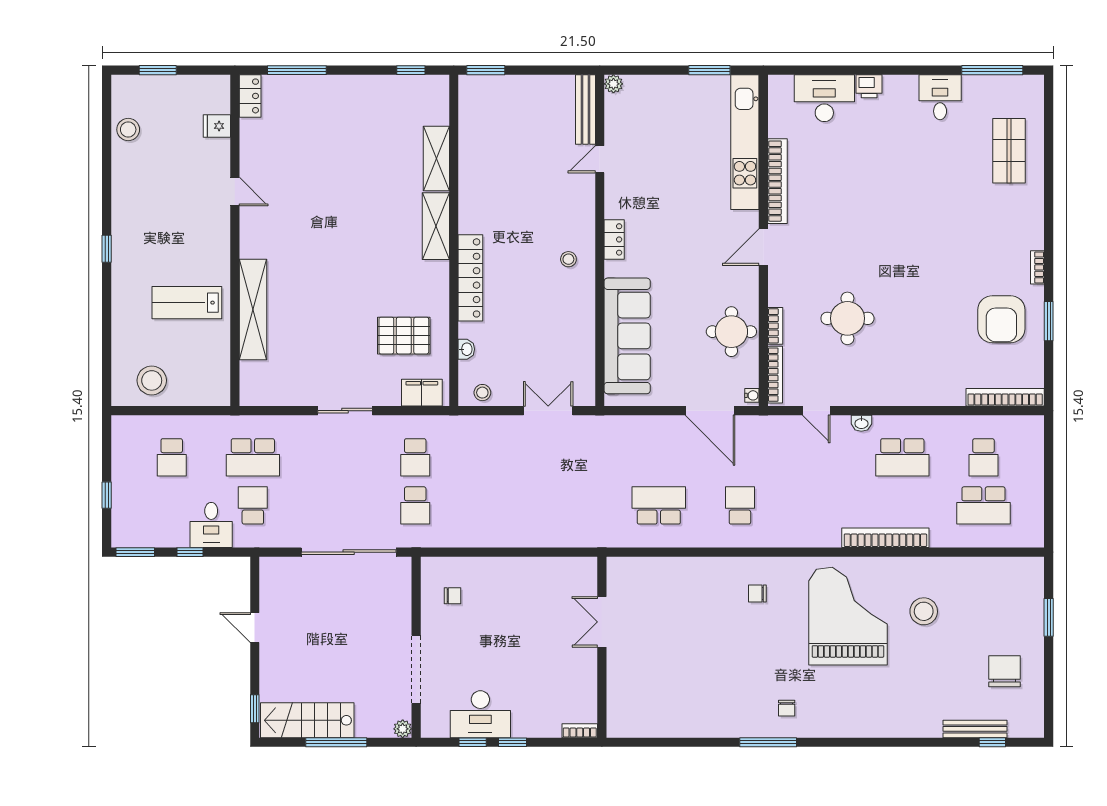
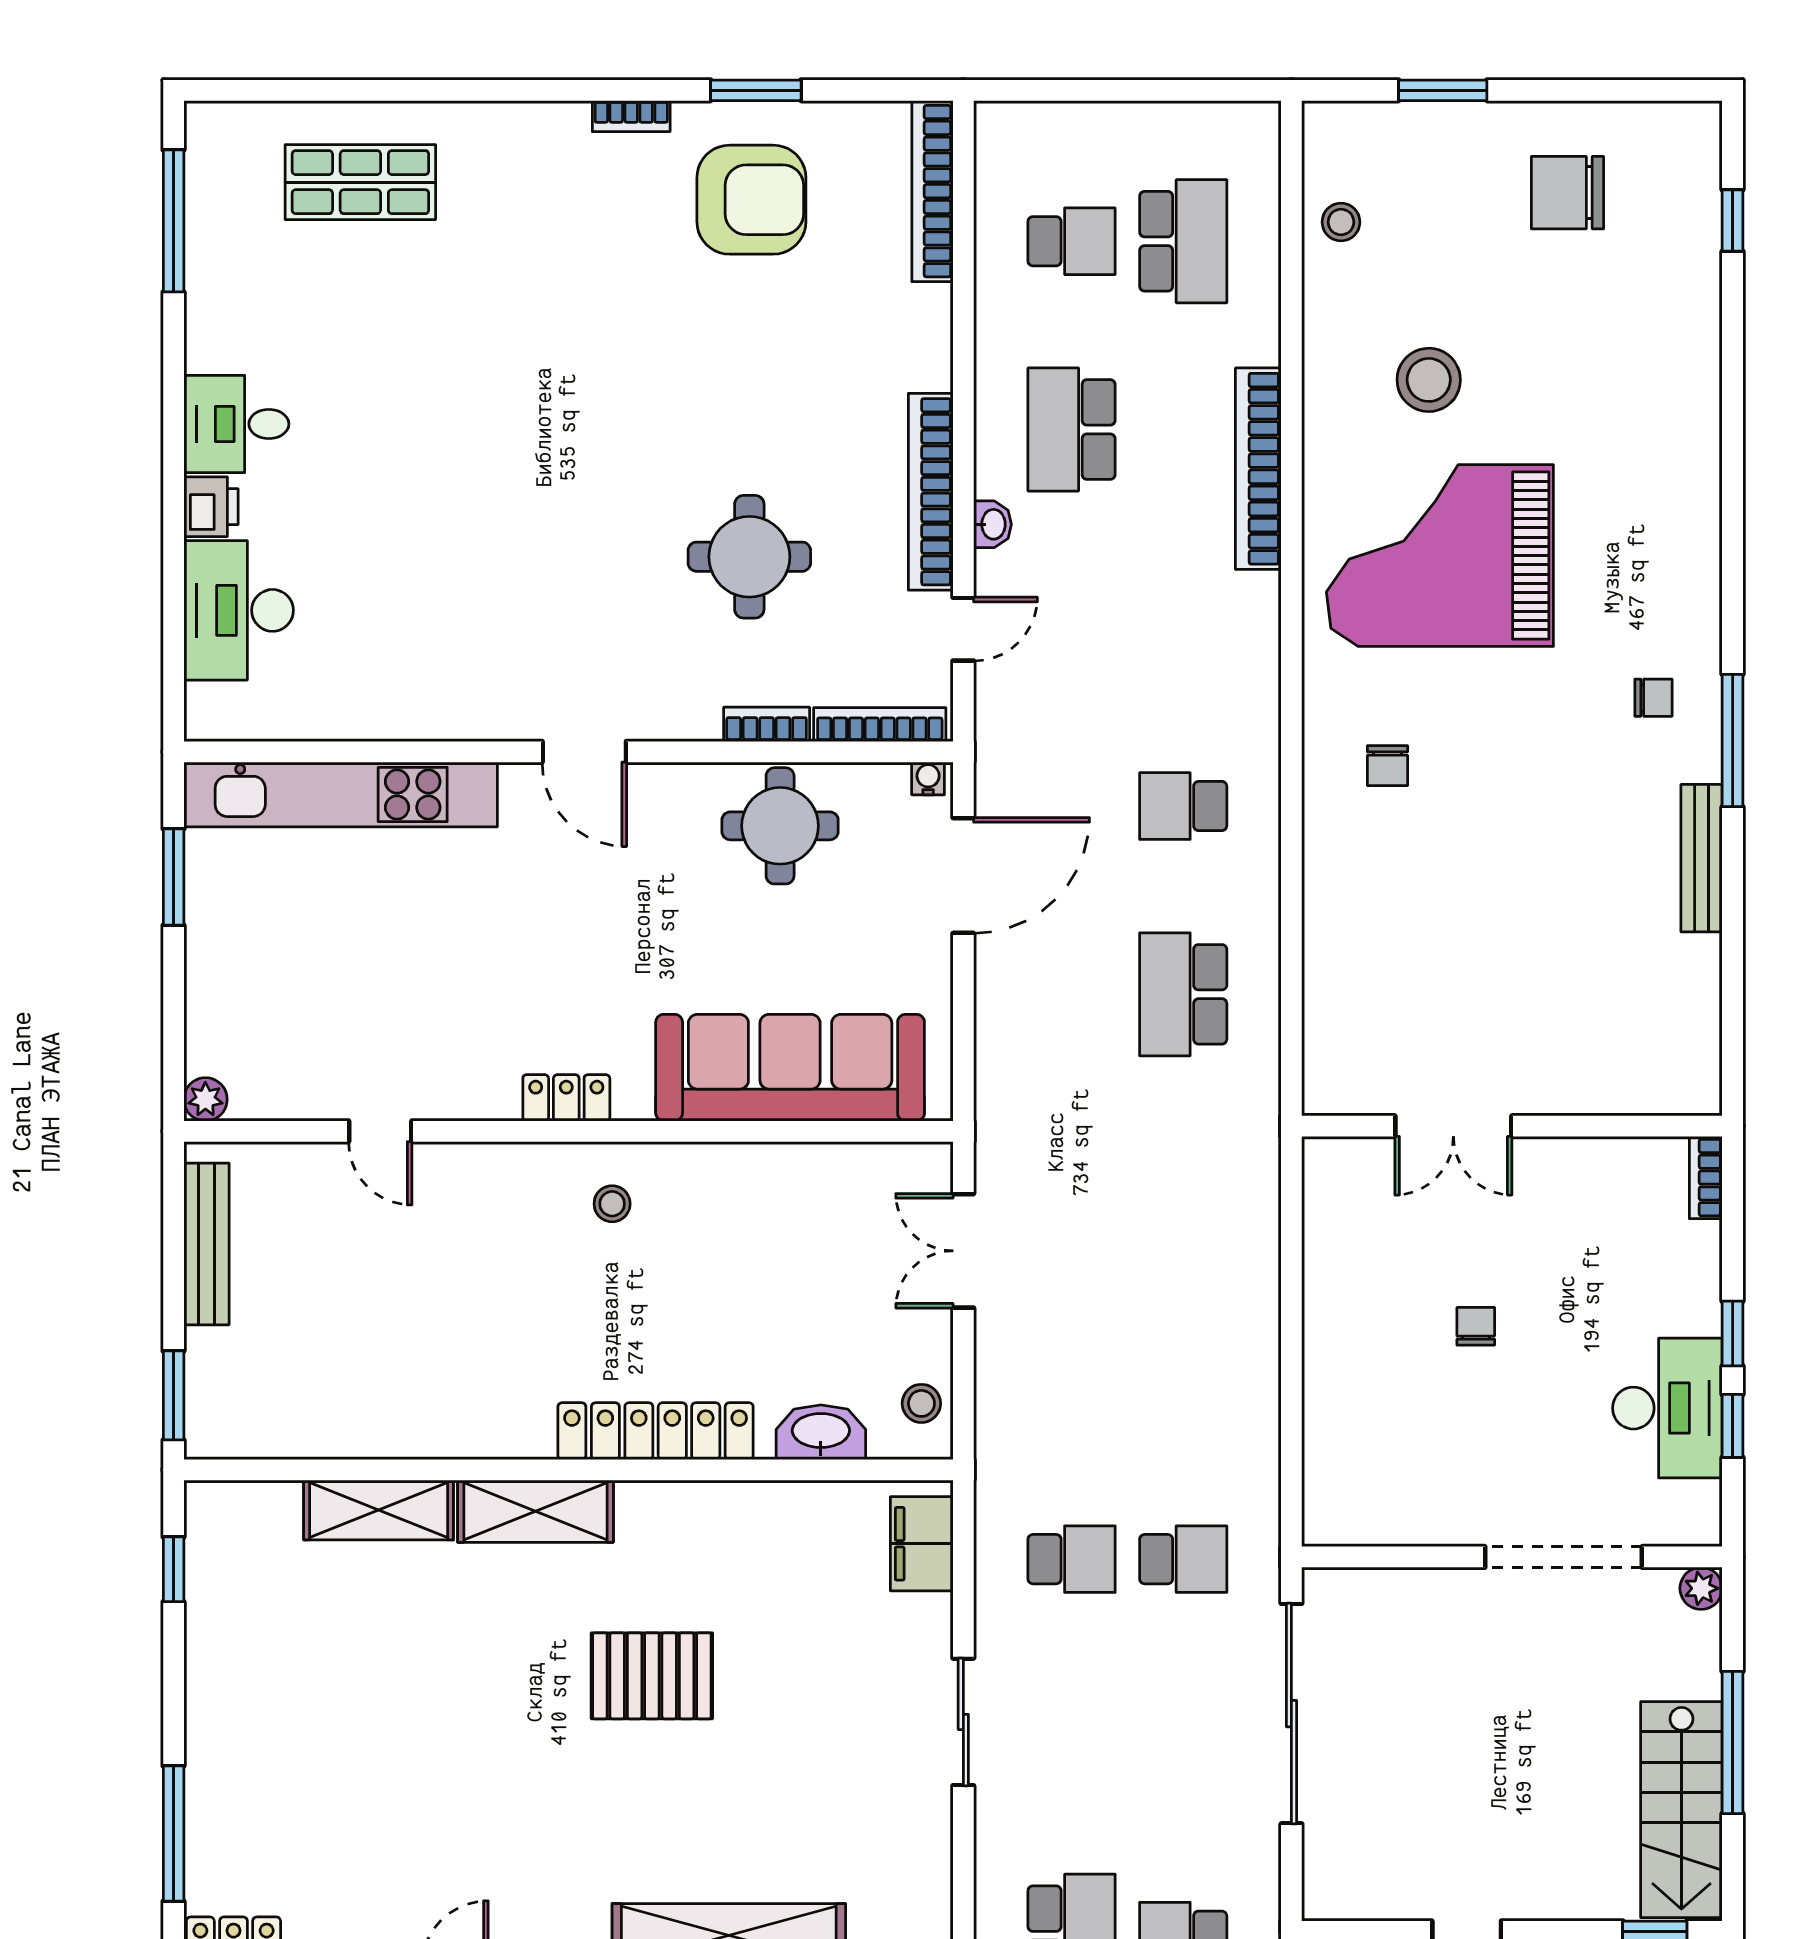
desk: (940, 97) -> (236, 424), moved
bench: (586, 109) -> (206, 1244), moved, turned 90
bookcase: (777, 181) -> (931, 492), moved, turned -90
pallet: (404, 336) -> (652, 1676), moved, turned 90
washbasin: (466, 349) -> (821, 1432), width x1.91, depth x1.45
school desk: (902, 457) -> (1072, 430), turned 180
stool: (992, 573) -> (1341, 222), added
chair: (453, 596) -> (1476, 1326), moved
bench: (975, 729) -> (1702, 858), moved

